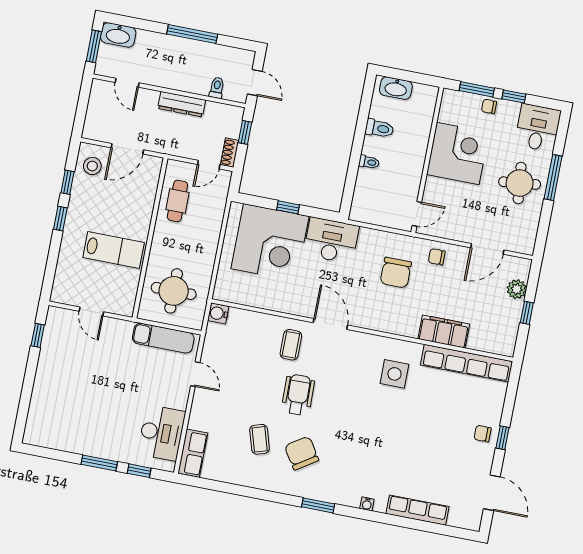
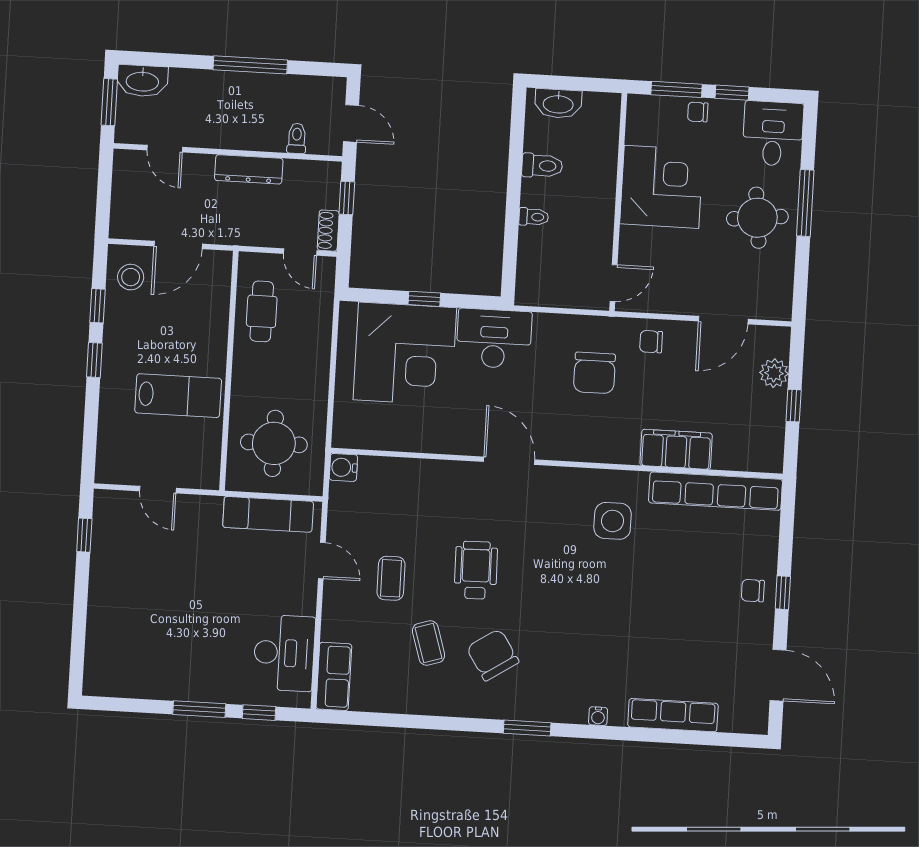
door: (209, 165) -> (300, 252), hinge flipped
coffee table: (291, 345) -> (391, 578), moved

